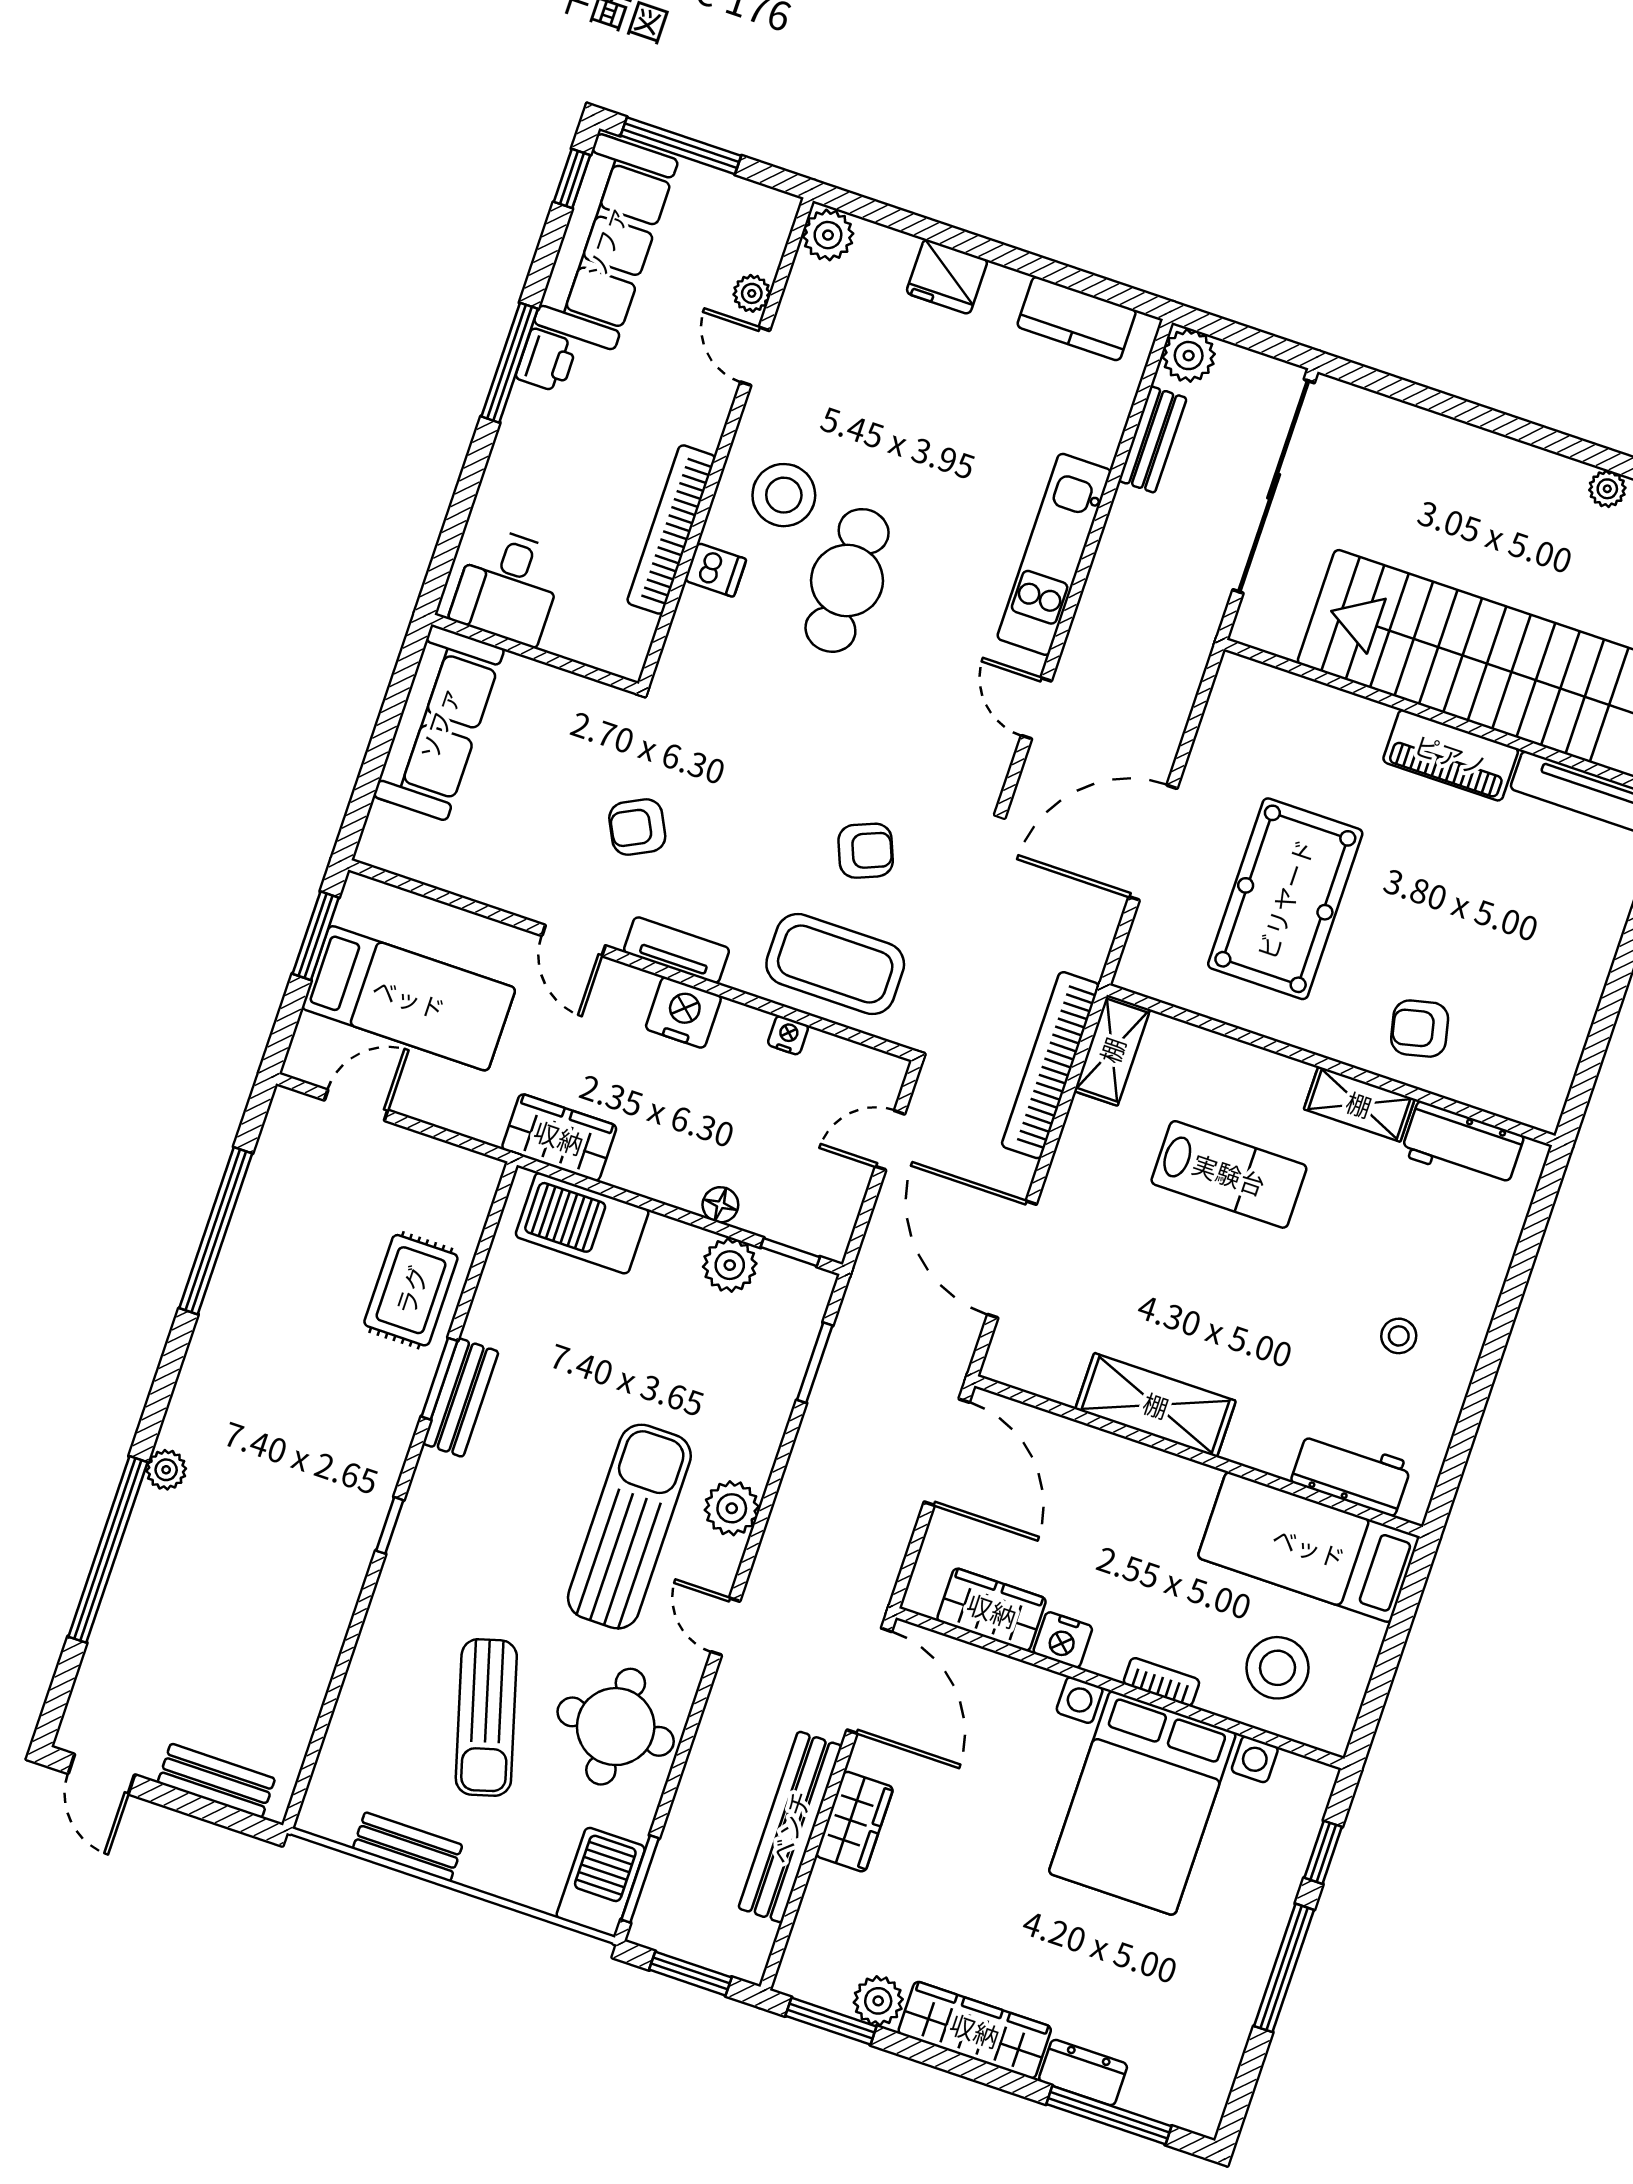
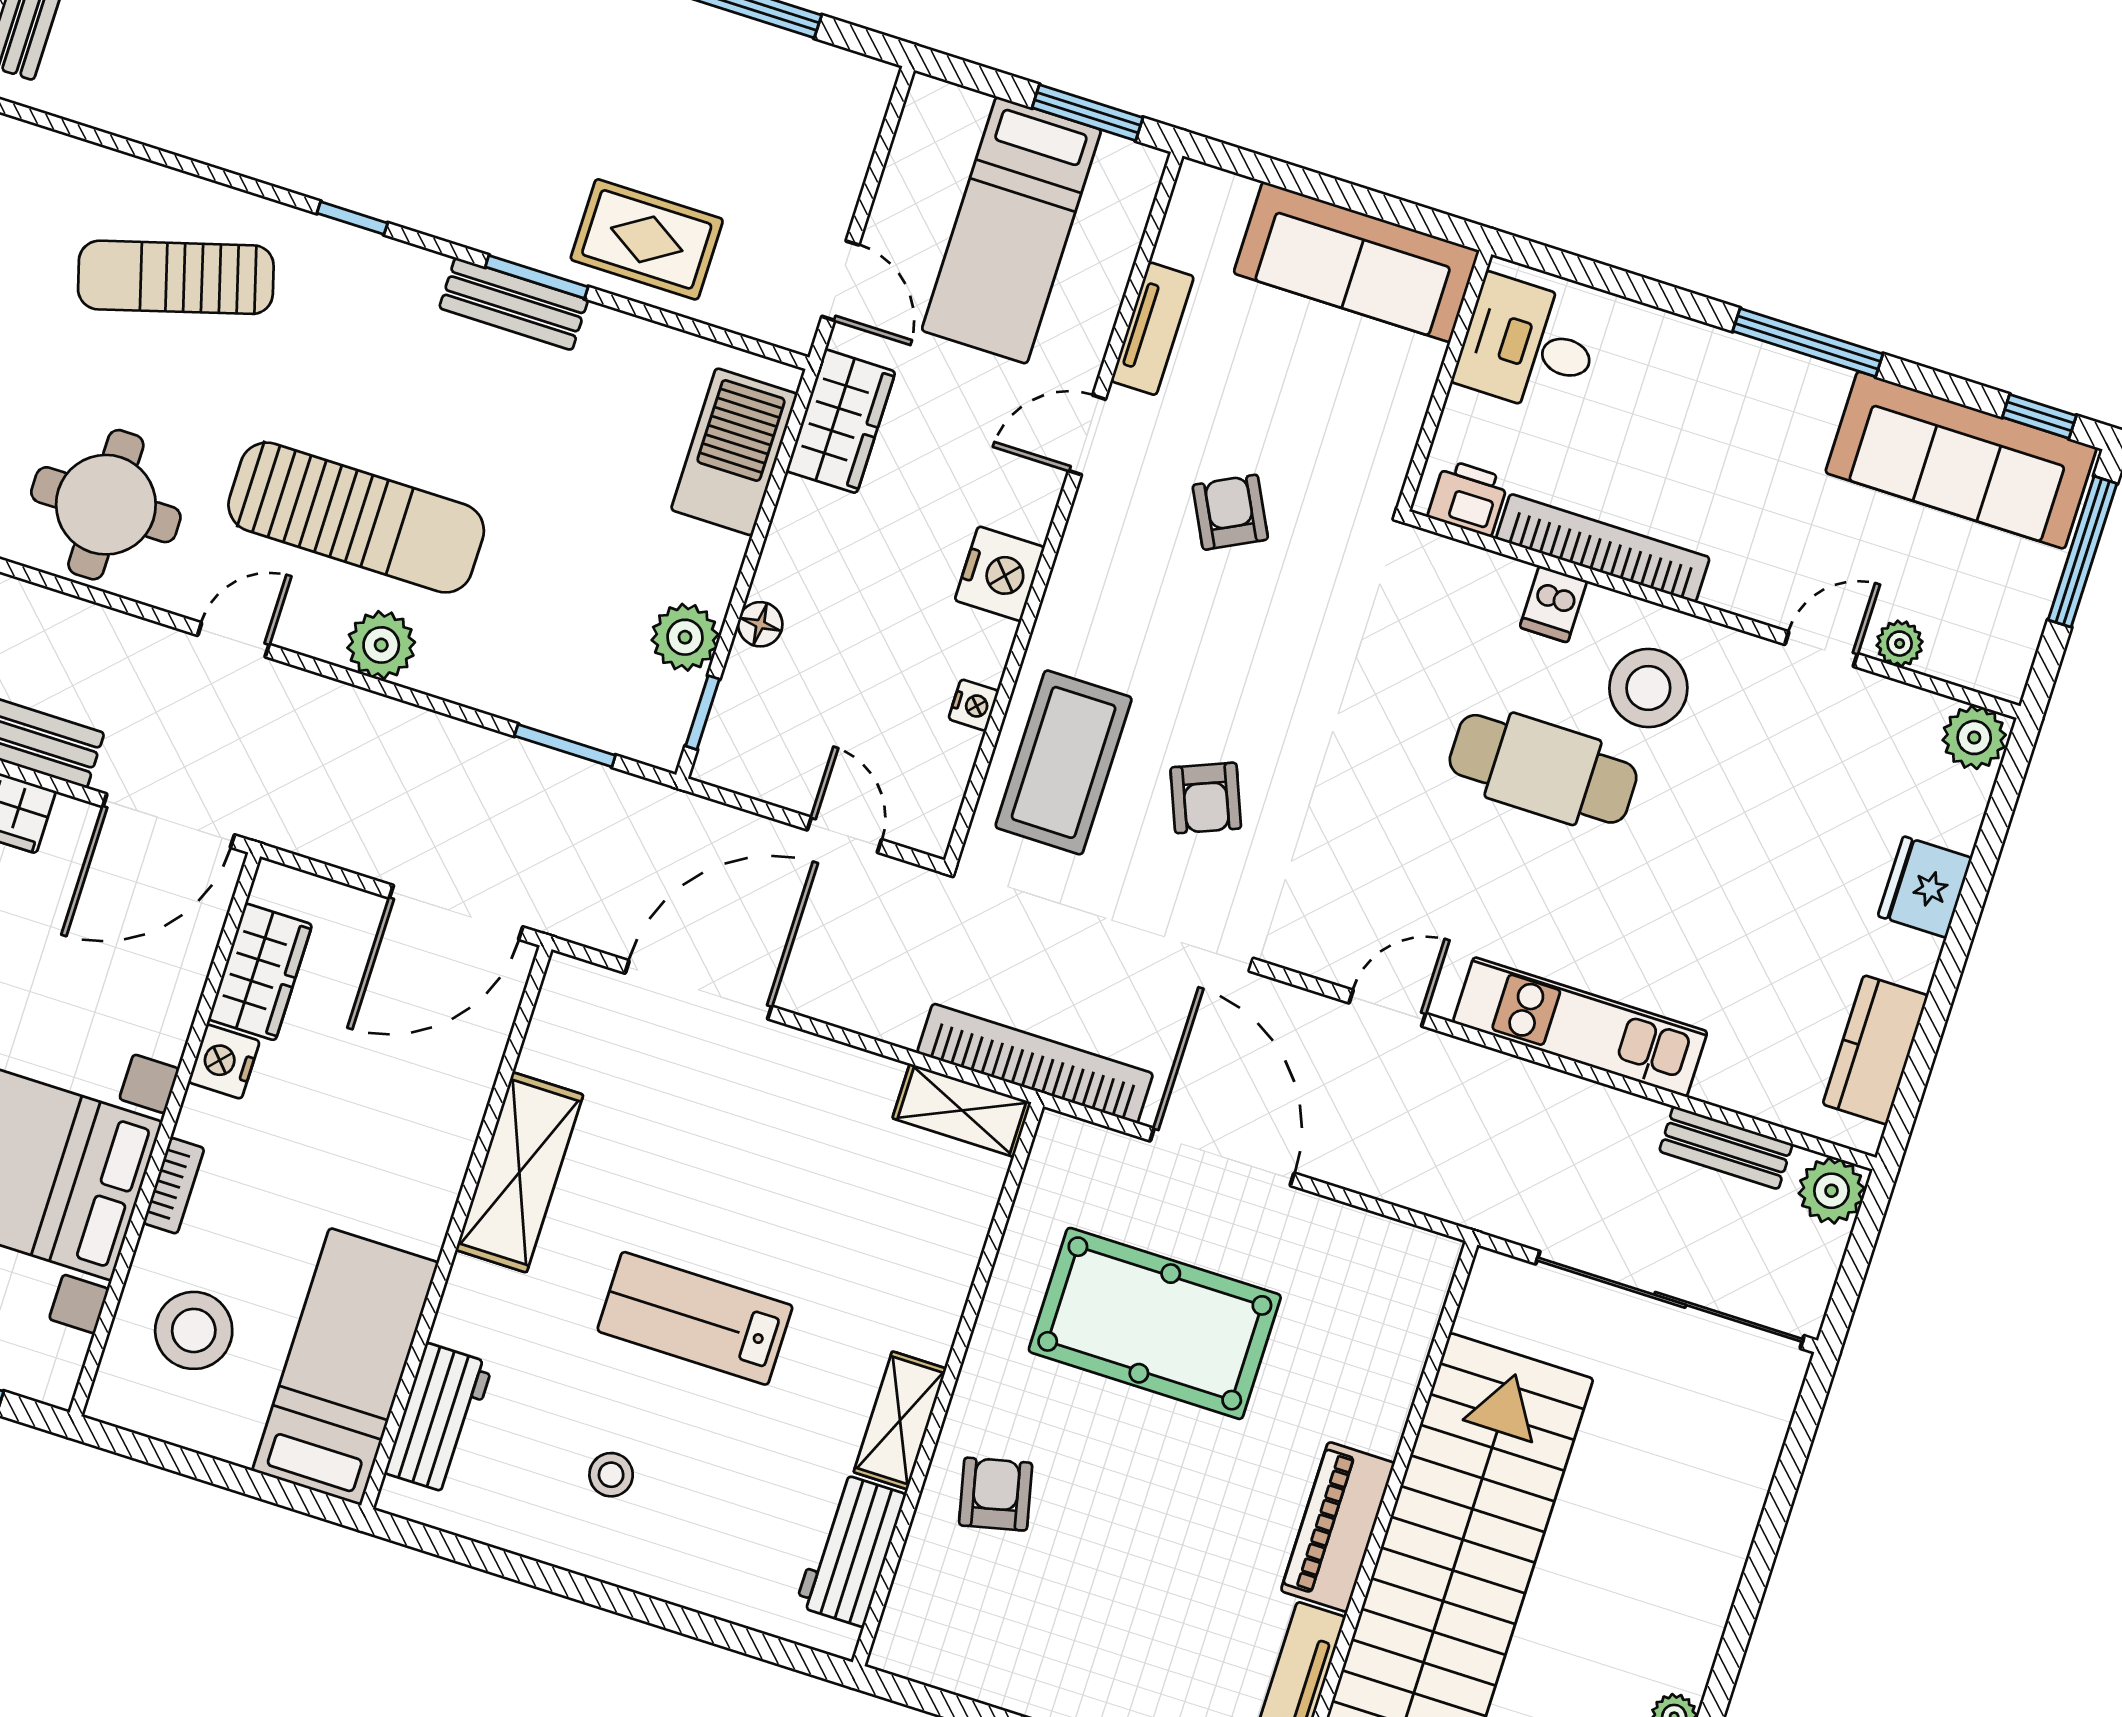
printer: (546, 360) -> (1468, 498), moved, turned 180
tv unit: (676, 950) -> (1152, 329), moved
bookcase: (1050, 1065) -> (1035, 1063), moved
door: (356, 1105) -> (840, 281), moved
lab bench: (1229, 1174) -> (695, 1318), moved, turned 90
sun lounger: (486, 1718) -> (176, 277), moved

